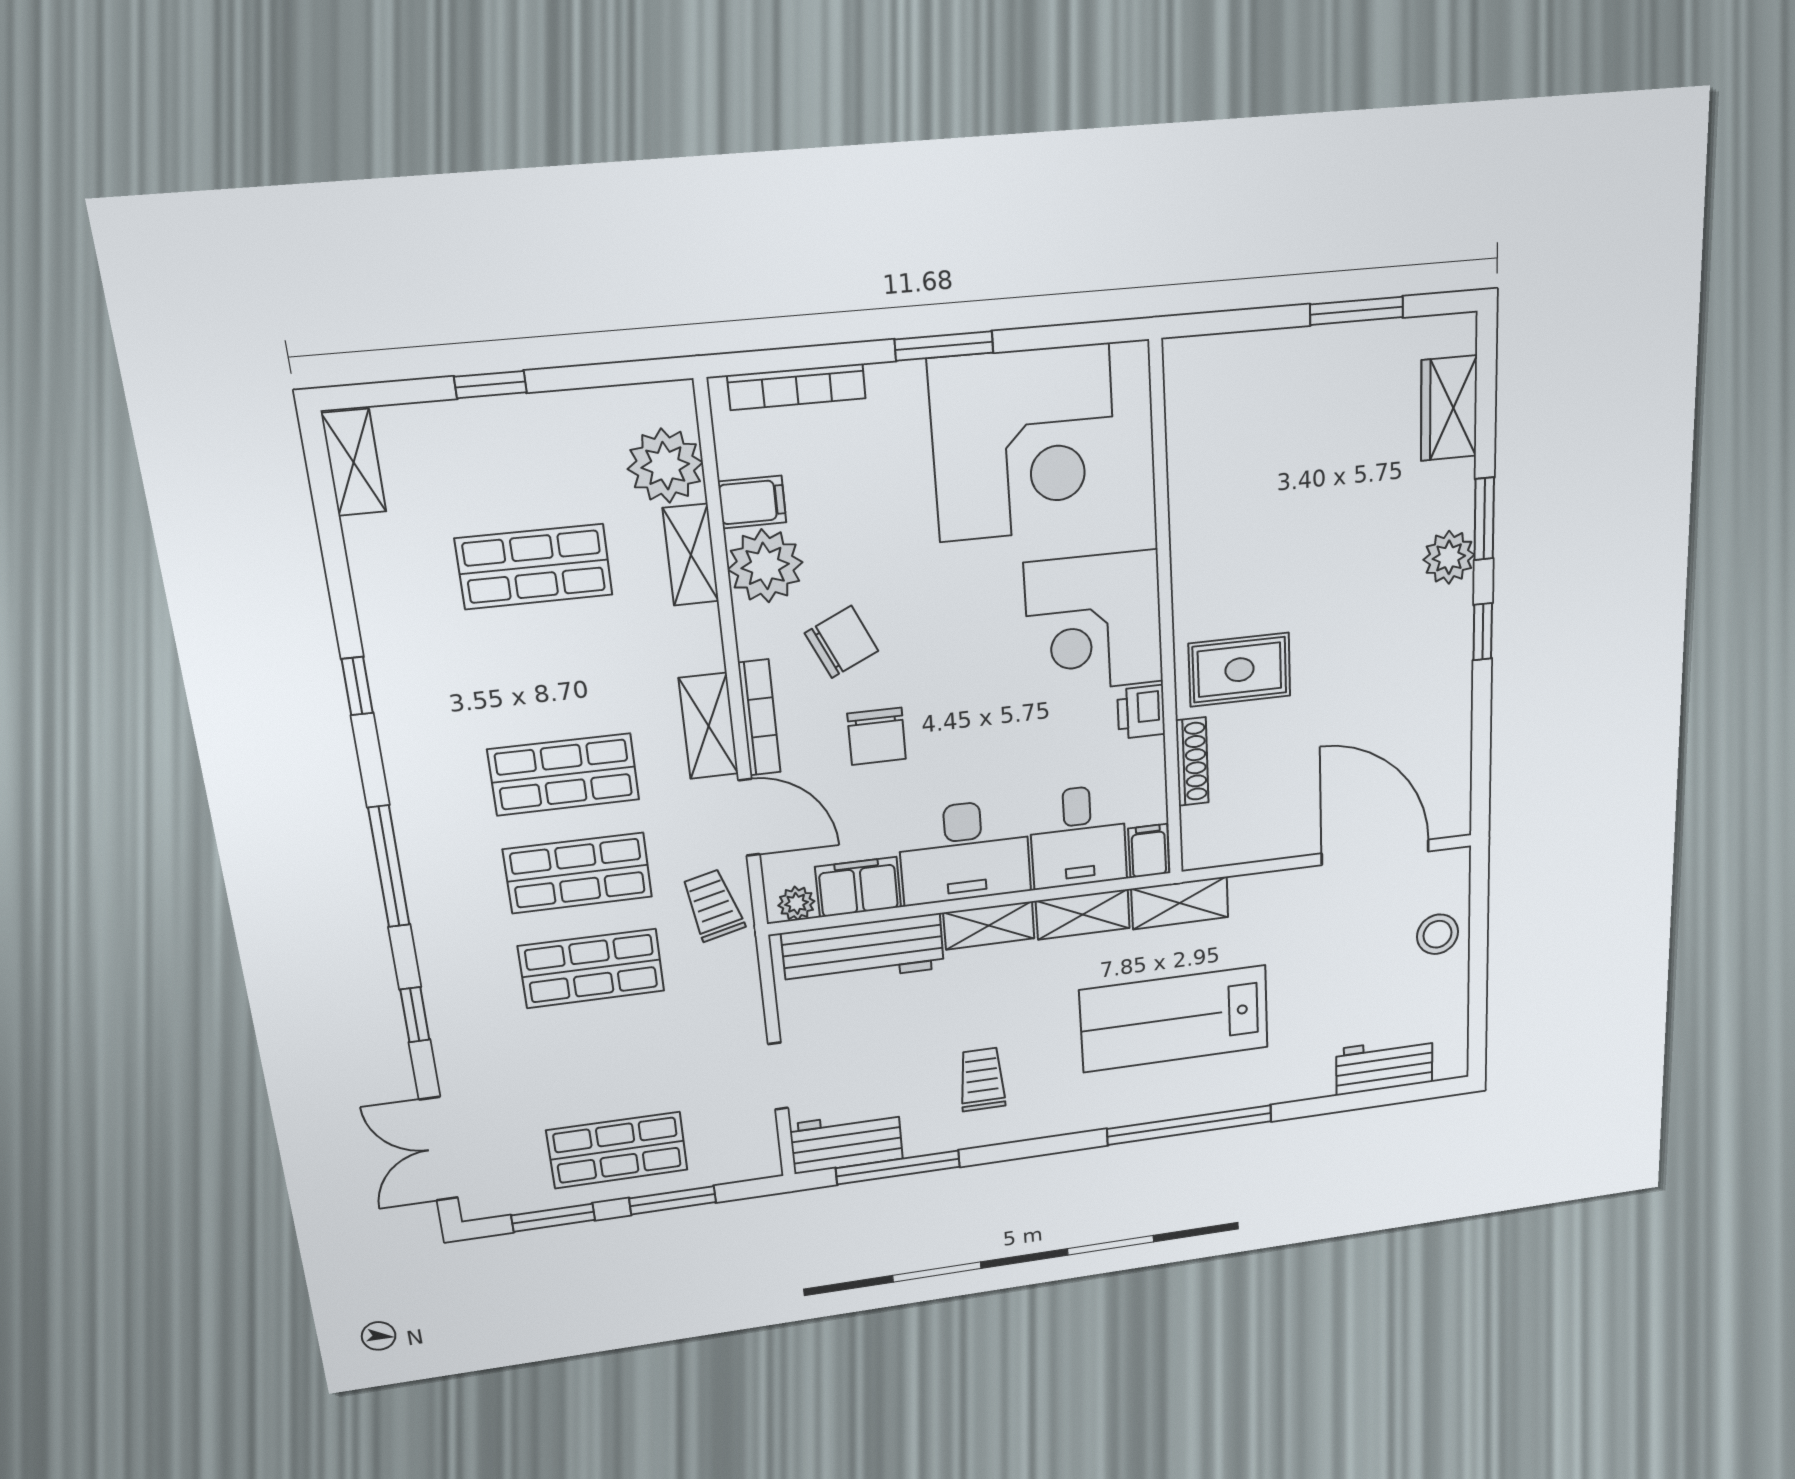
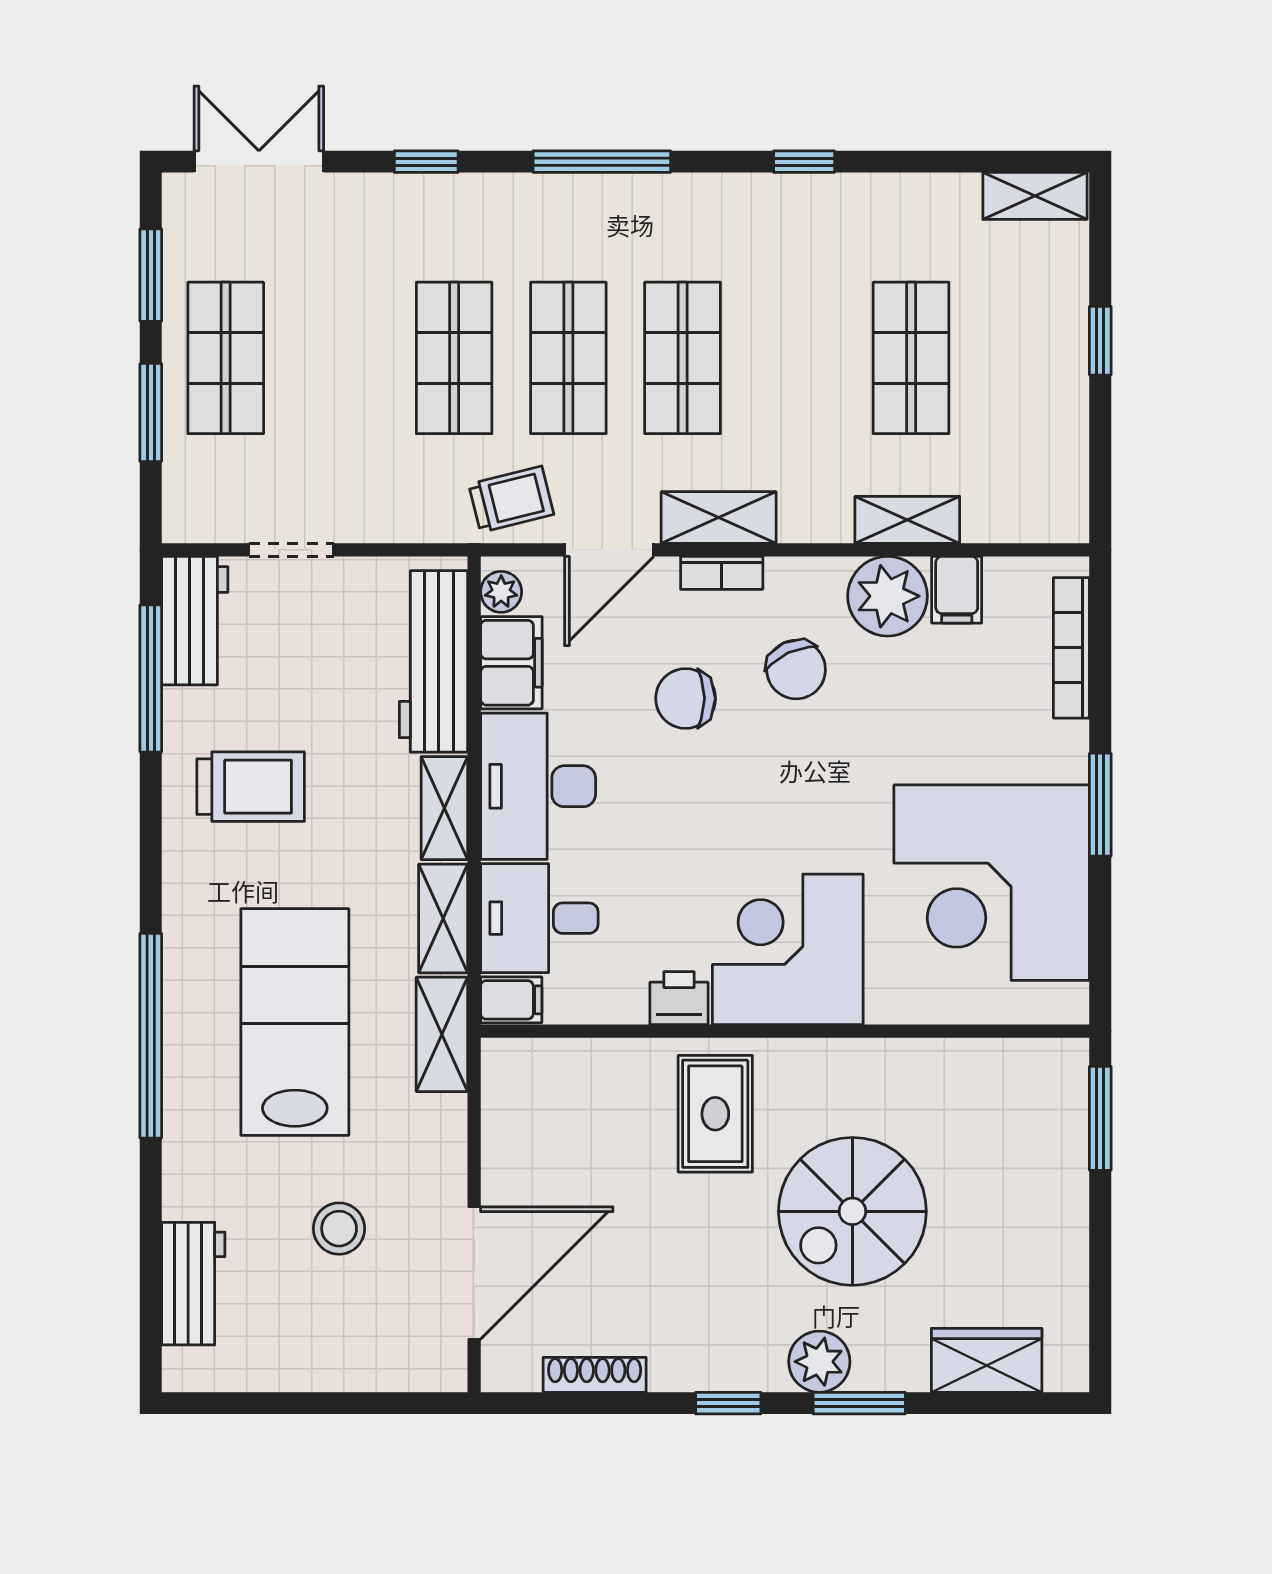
window: (1357, 311) -> (1100, 1118), moved
plant: (665, 466) -> (1003, 505), removed
spiral stairs: (1321, 541) -> (852, 1211), added
bookcase: (759, 718) -> (722, 573), width x0.64
shoe rack: (1192, 762) -> (595, 1375), moved, turned 180
stool: (1438, 934) -> (339, 1229), moved
trolley: (982, 1079) -> (251, 787), width x1.36, depth x1.39

